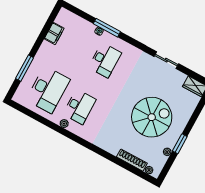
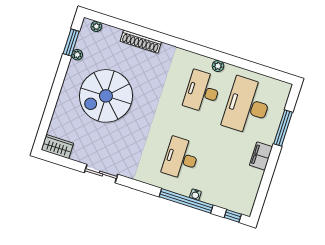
window: (74, 10) -> (233, 216), added
window: (107, 28) -> (186, 201), width x1.46
filing cabinet: (54, 33) -> (261, 156), moved
window: (180, 144) -> (71, 43), moved
shoe rack: (132, 160) -> (141, 42), moved

